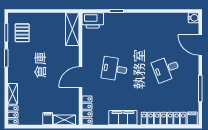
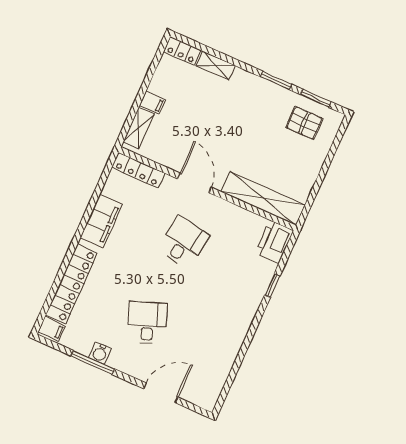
water cooler: (194, 18) -> (100, 353), moved
shelving: (72, 29) -> (263, 198), width x1.47

